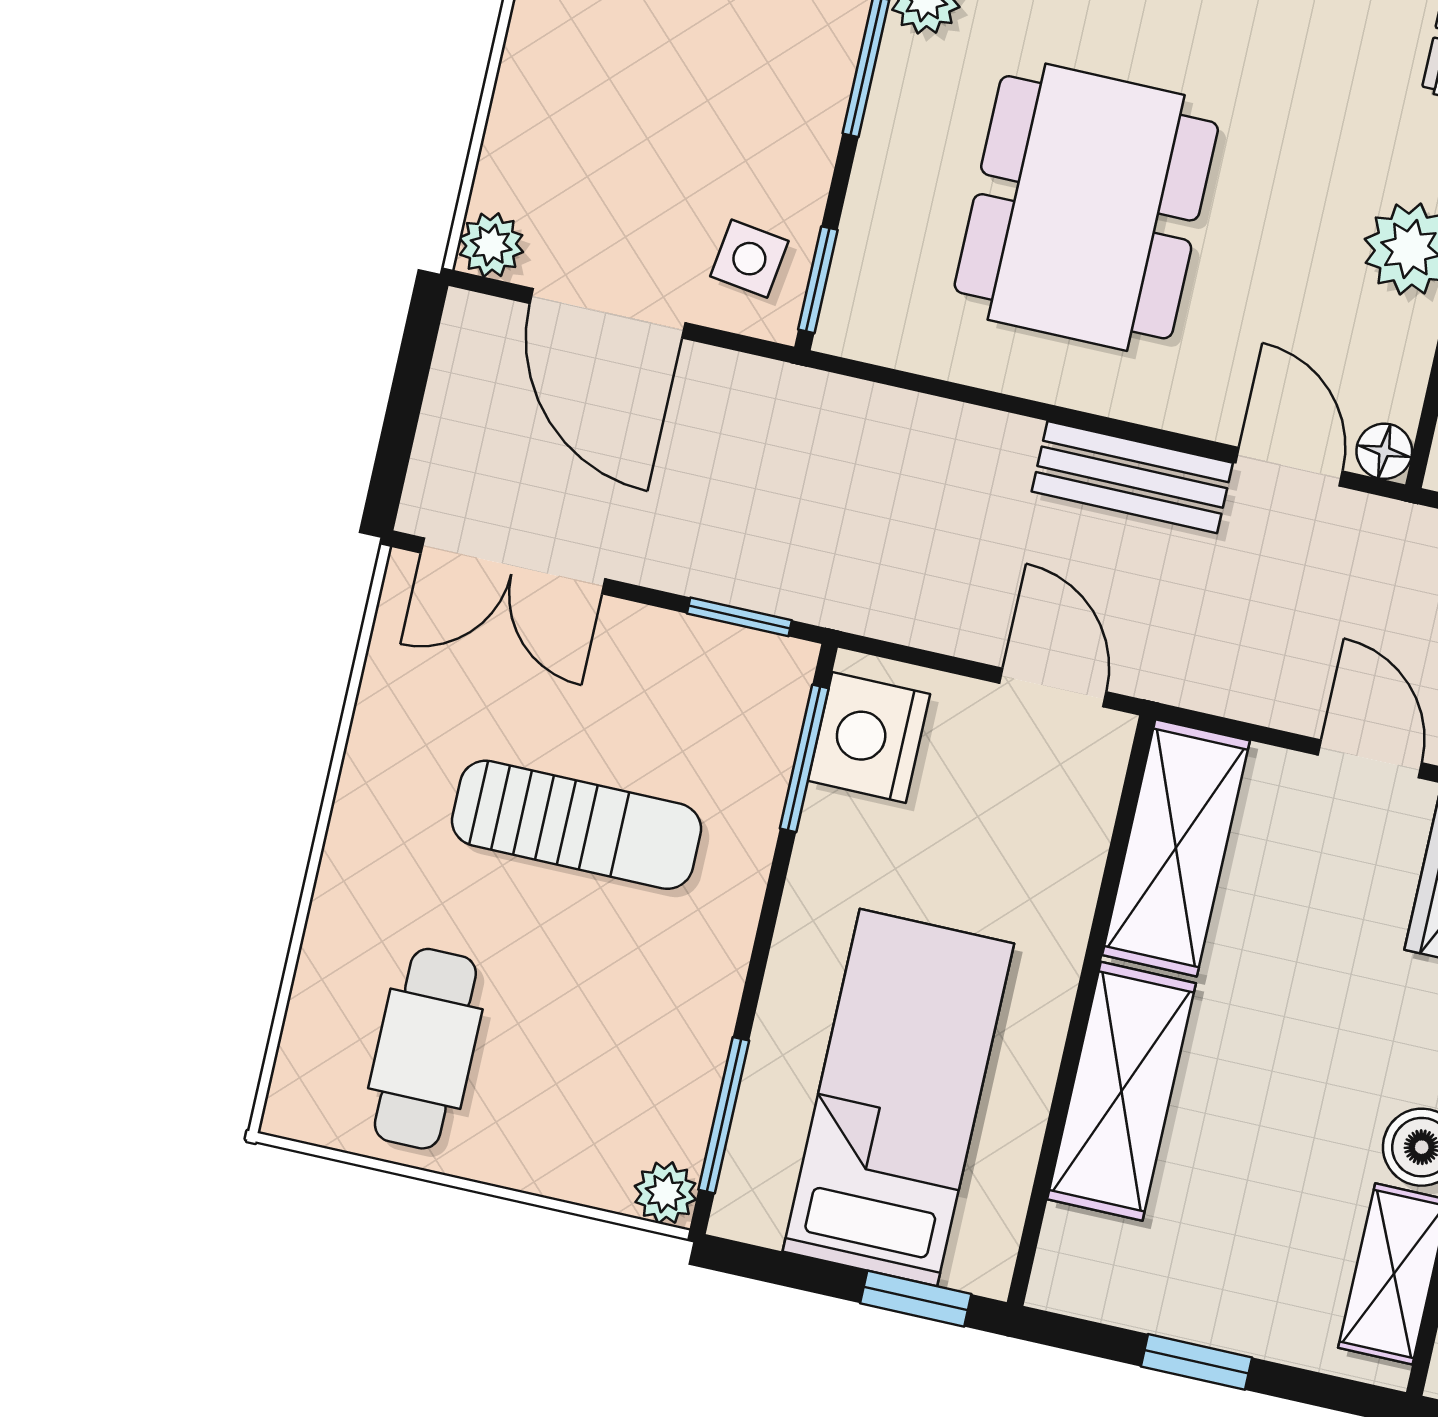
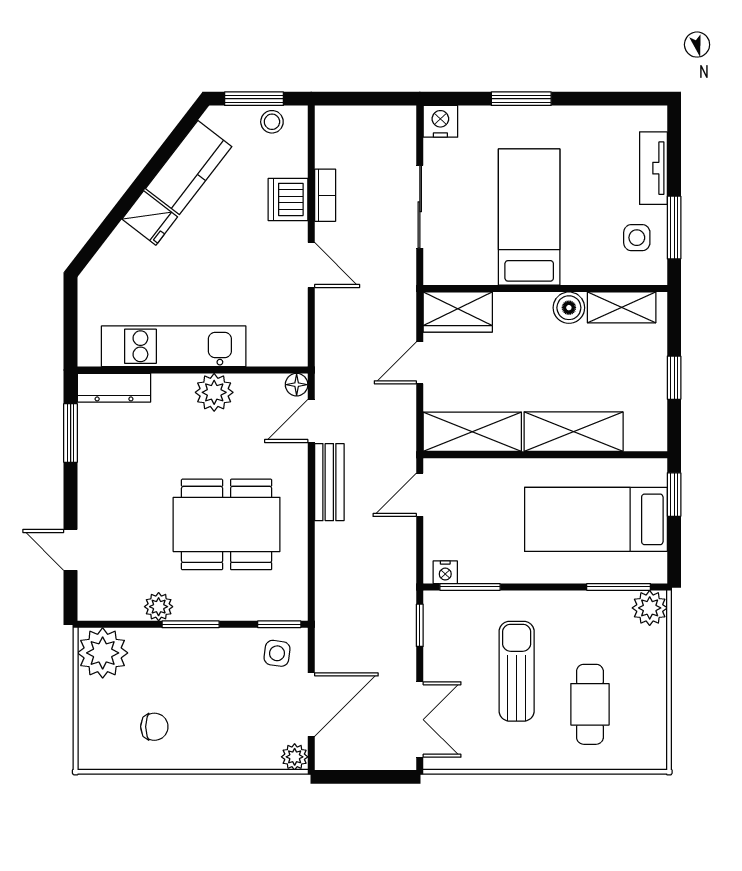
nightstand: (869, 737) -> (445, 572), width x0.53, depth x0.56
cafe table: (425, 1049) -> (590, 704), moved, turned 90
plant: (665, 1193) -> (650, 608), width x1.38, depth x1.38

